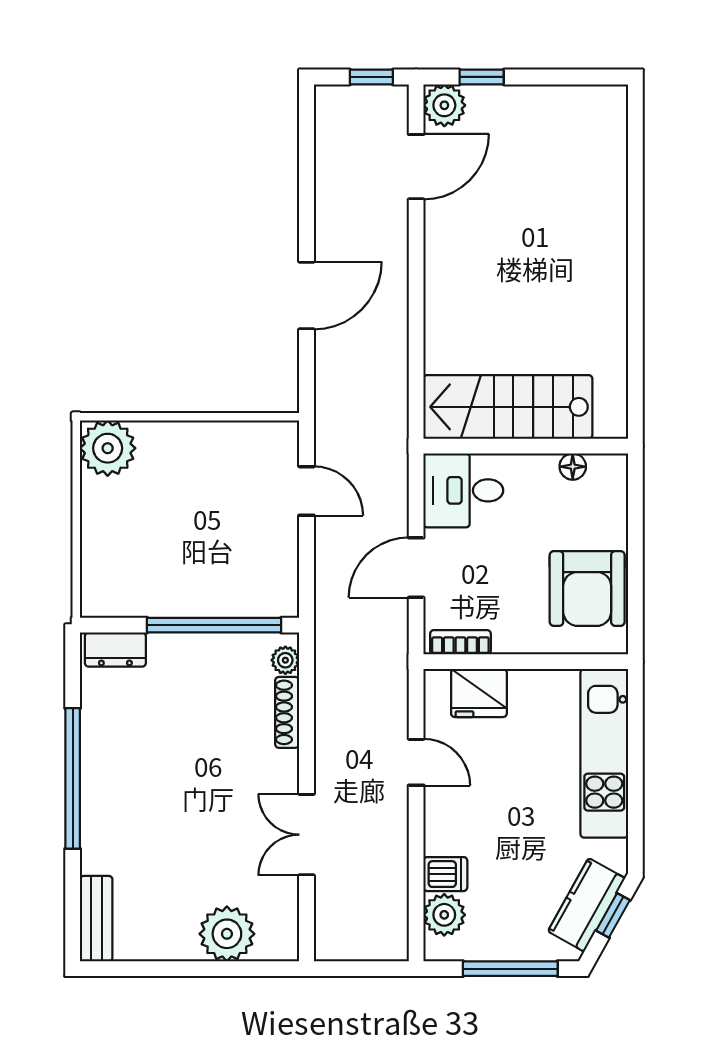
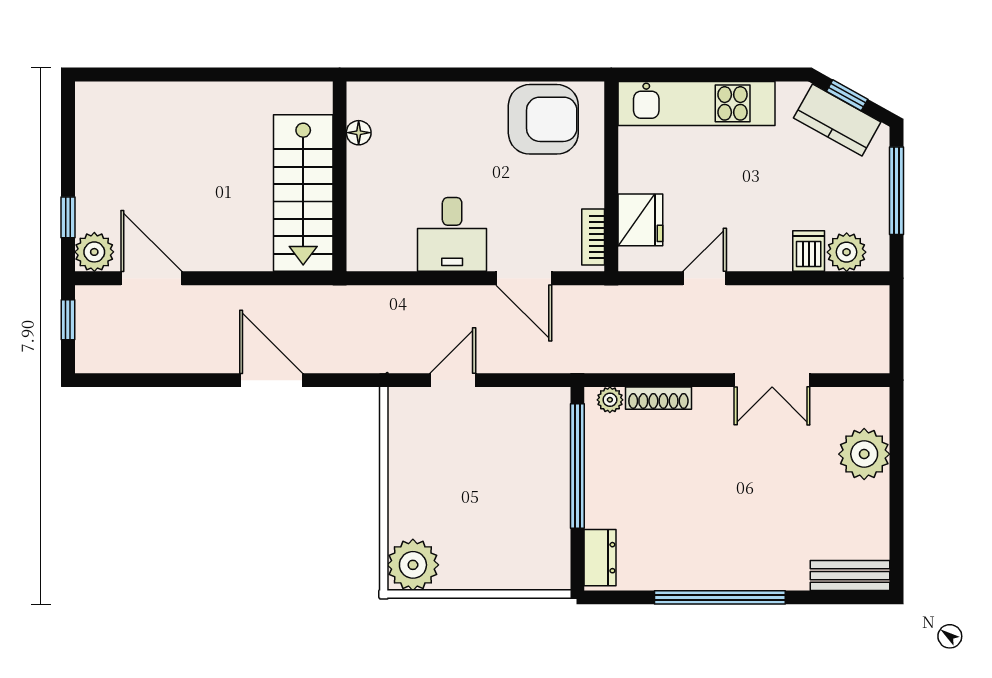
stairs: (508, 407) -> (303, 193), moved
wall: (526, 446) -> (340, 176), moved
floor lamp: (573, 467) -> (359, 133), moved

